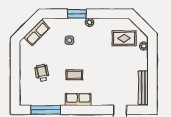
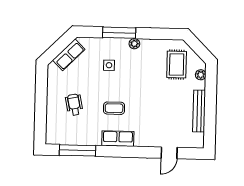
window: (77, 14) -> (119, 33), width x1.44
rug: (124, 38) -> (177, 65), turned 90
bench: (143, 88) -> (199, 111), moved

